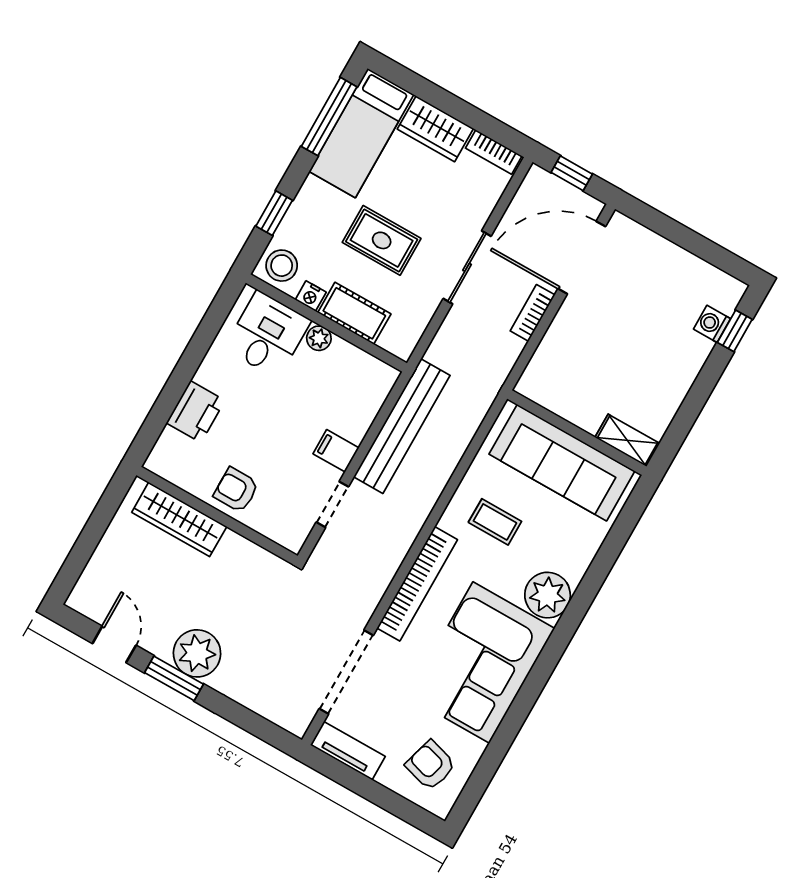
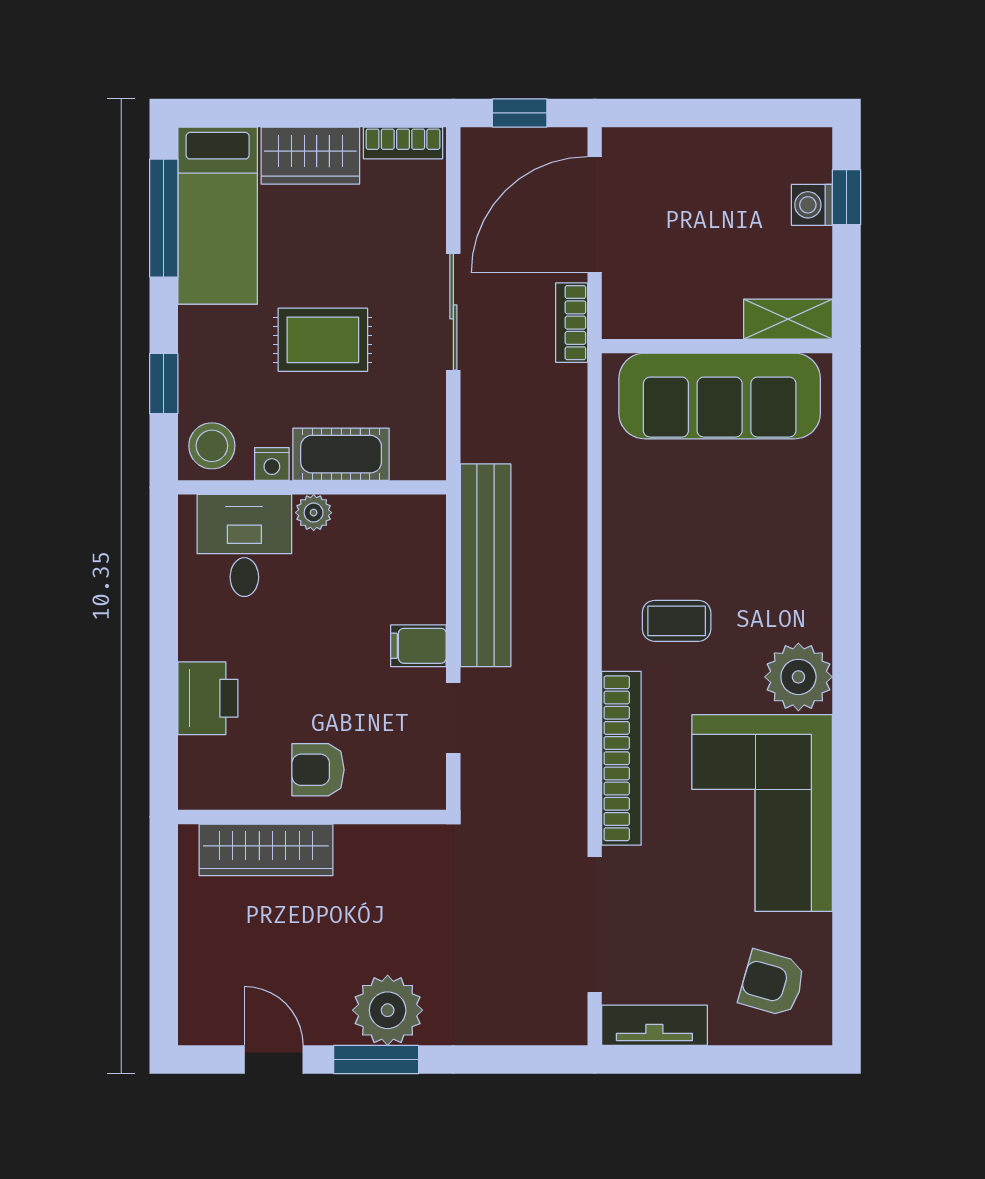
wall: (577, 433) -> (717, 346), moved
shelving: (627, 440) -> (788, 319), moved
sofa: (562, 463) -> (720, 396), moved

